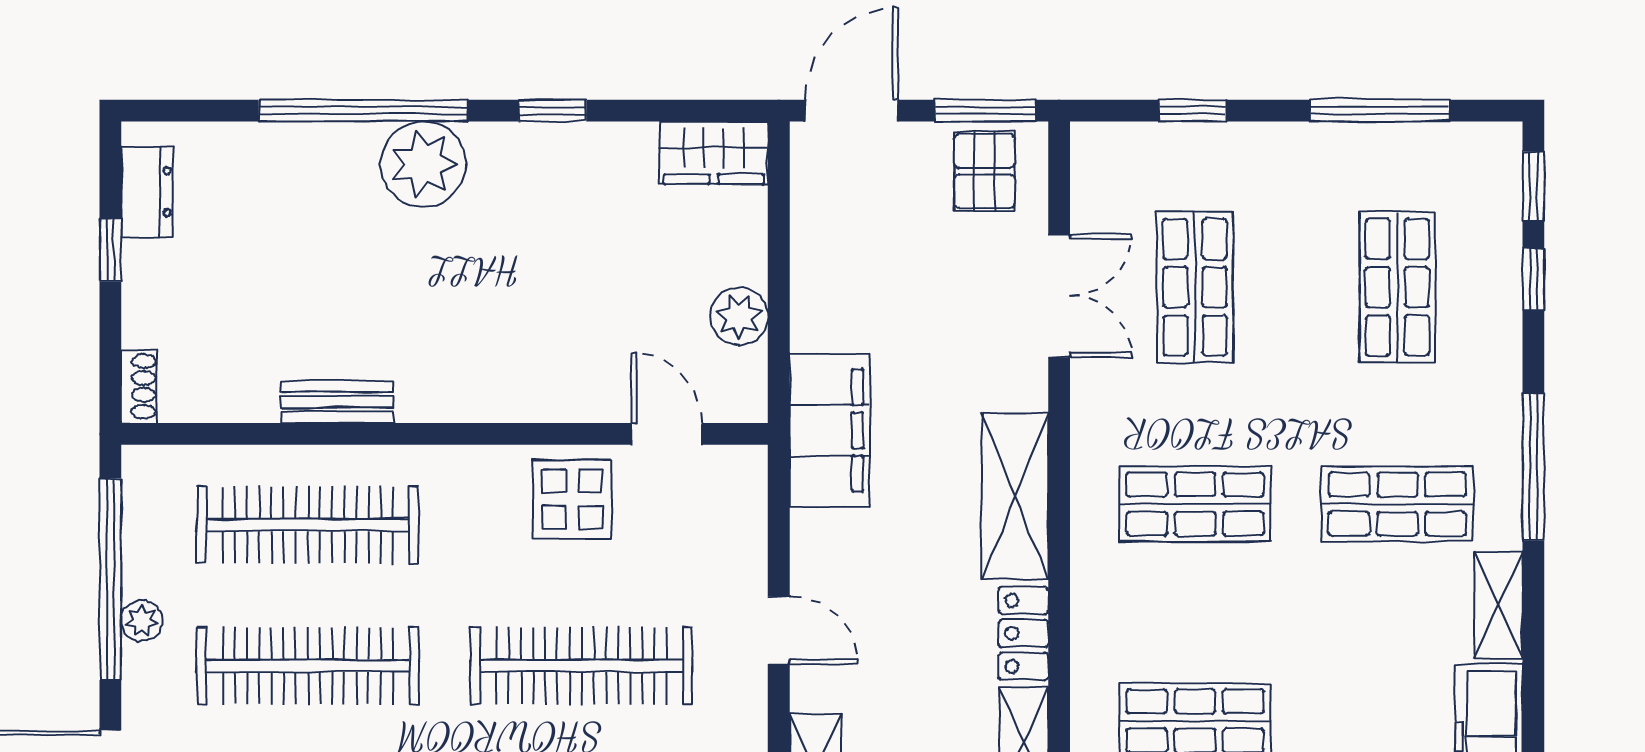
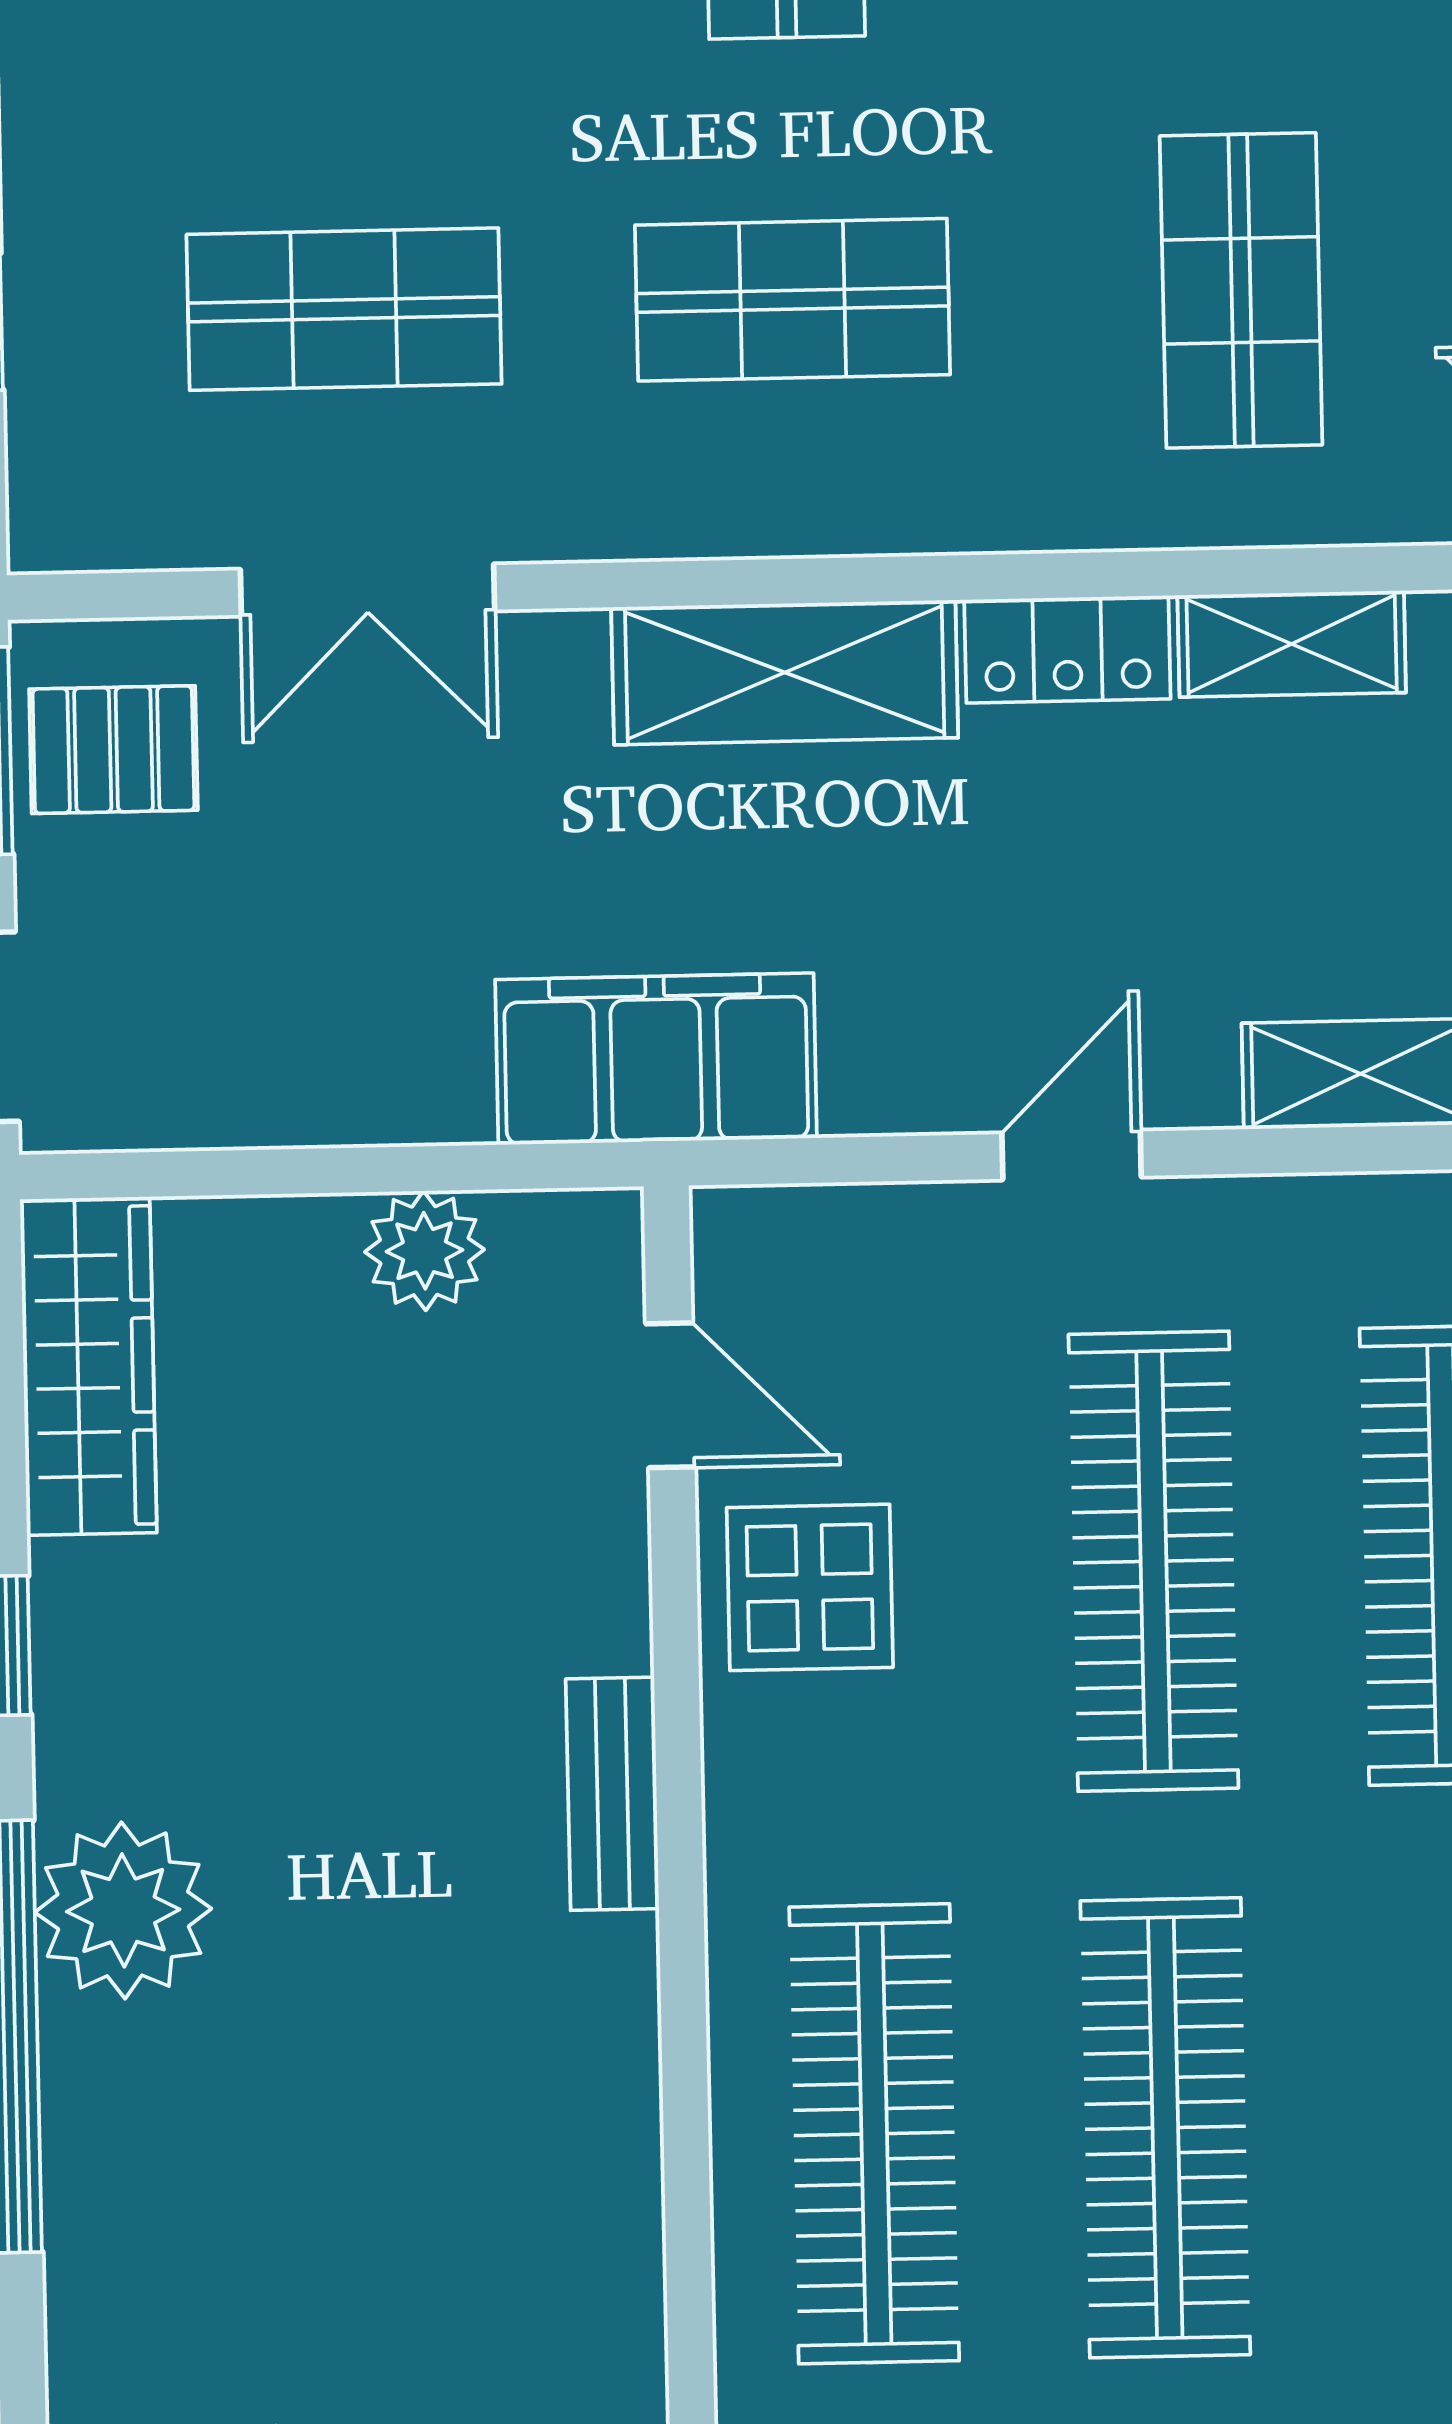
wardrobe: (714, 153) -> (88, 1366), width x1.50
double door: (1059, 296) -> (367, 590), swing flipped
bench: (337, 402) -> (612, 1794), moved
door: (667, 434) -> (671, 1395), swing flipped
shop shelf: (1195, 504) -> (793, 300), turned 90

